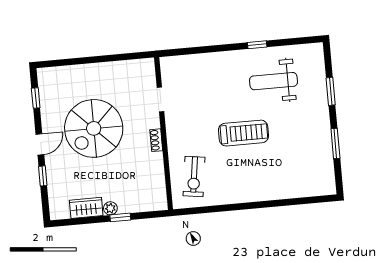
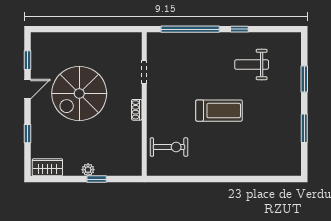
window: (205, 50) -> (190, 29), added
weight bench: (274, 81) -> (252, 64), width x0.73, depth x0.75
door: (40, 144) -> (27, 89), moved
exercise bike: (194, 177) -> (169, 147), turned -98
wardrobe: (86, 208) -> (47, 167), moved

